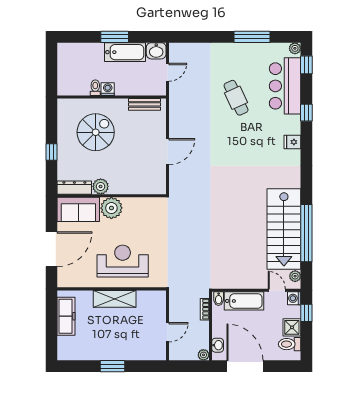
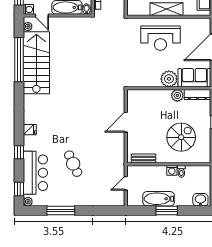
washbasin: (156, 51) -> (200, 200), moved
spiral stairs: (96, 132) -> (181, 137), turned 180

